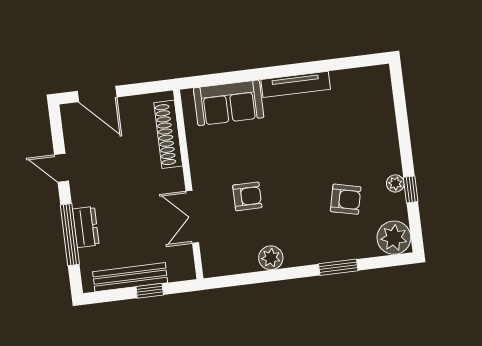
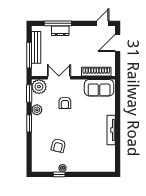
sofa: (229, 103) -> (99, 88), moved, turned -90
door: (61, 168) -> (103, 23), moved
plant: (394, 238) -> (39, 87), moved
window: (338, 267) -> (29, 123), moved
window: (236, 280) -> (29, 93), added
window: (150, 291) -> (29, 55), width x2.17

